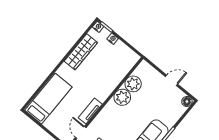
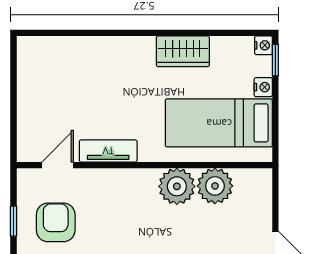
wardrobe: (81, 52) -> (183, 51), width x0.67
bed: (48, 99) -> (219, 123), moved, turned 180

